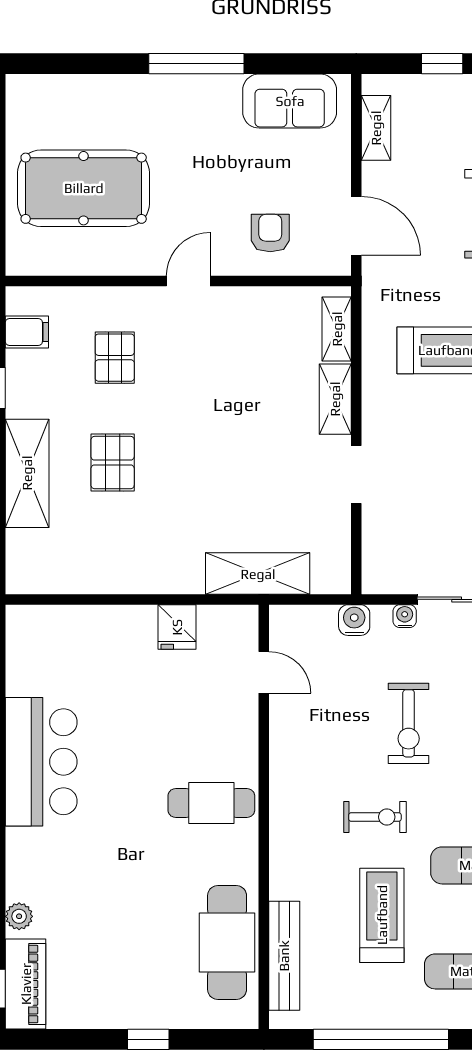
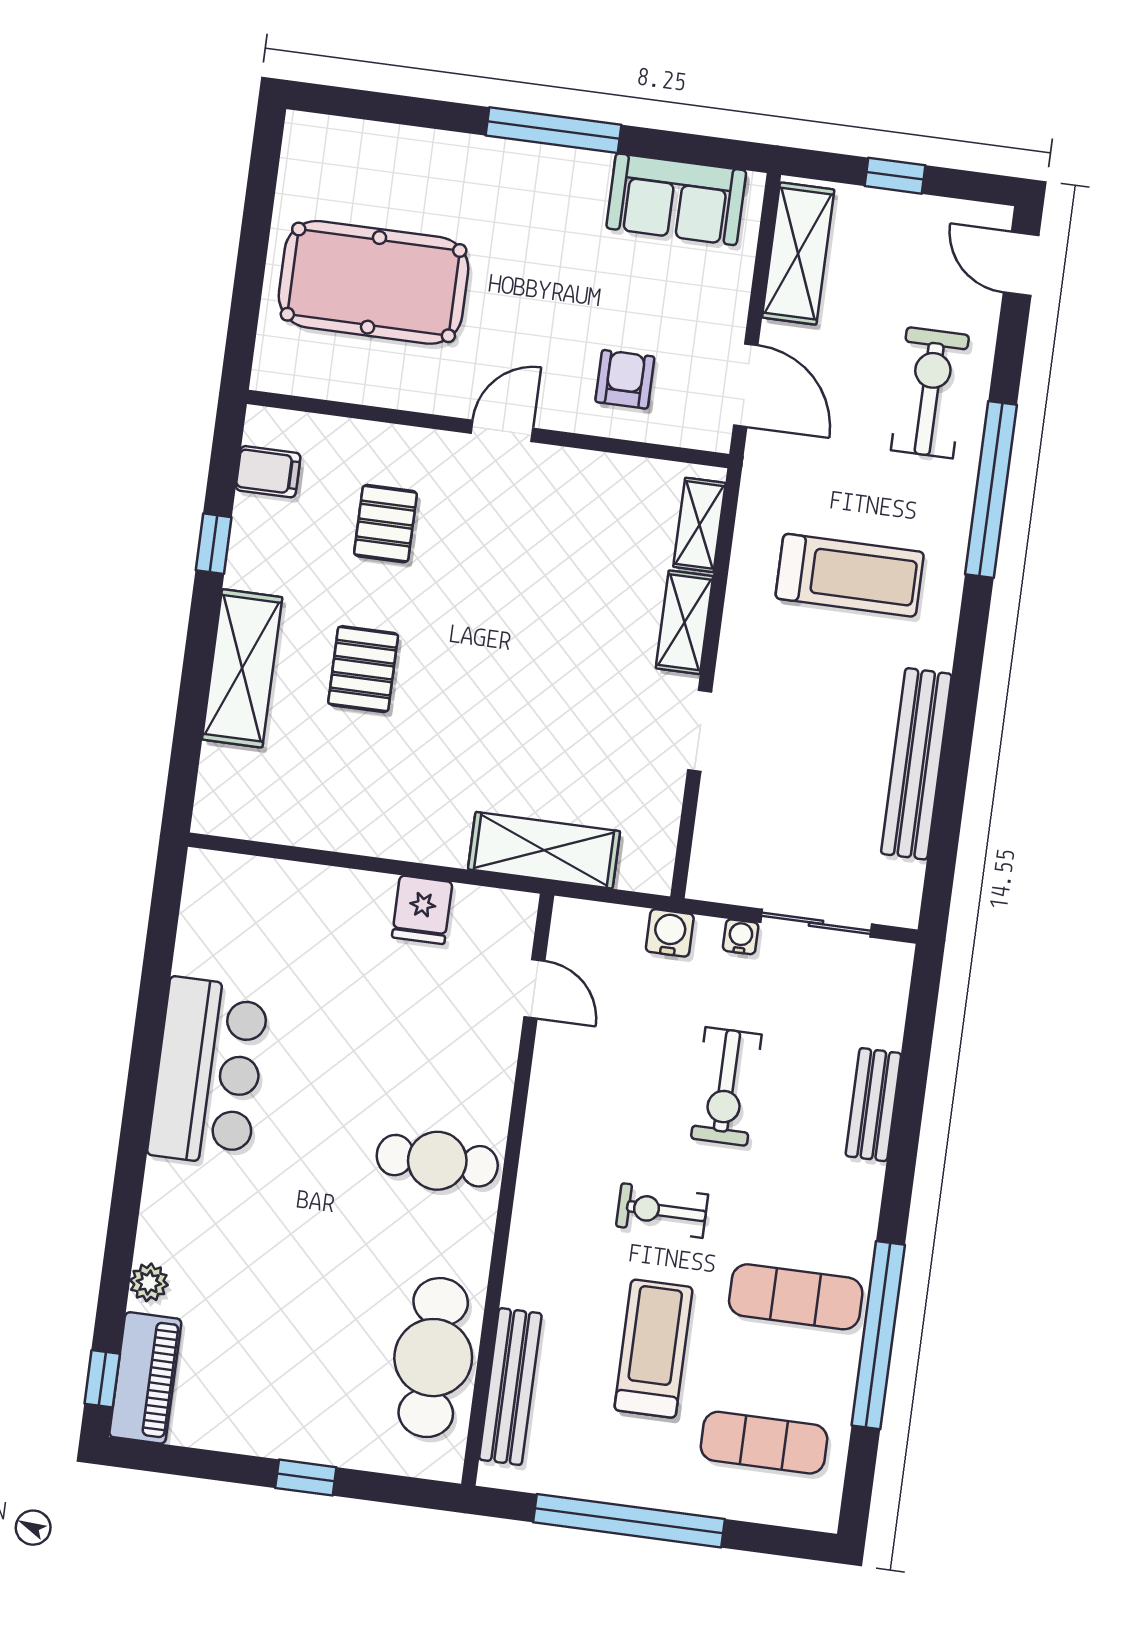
shelving: (376, 128) -> (798, 254), width x1.50, depth x1.33
exercise bike: (375, 817) -> (662, 1210), turned 180

